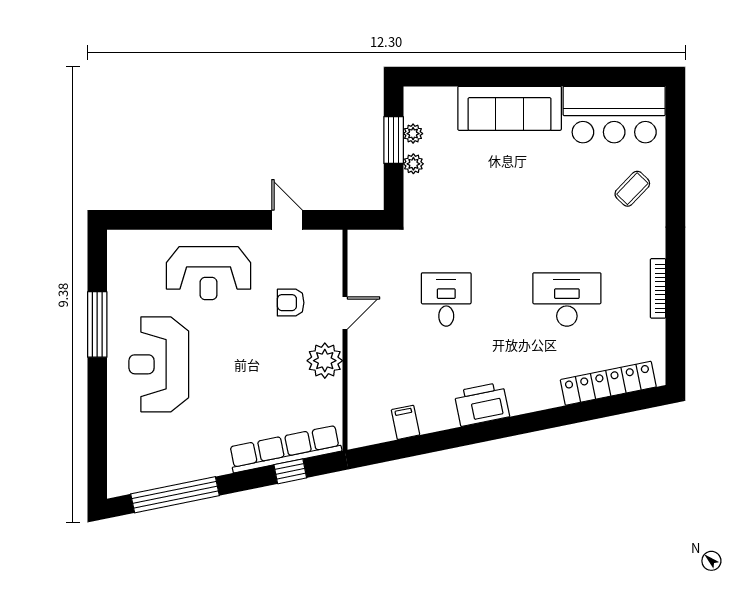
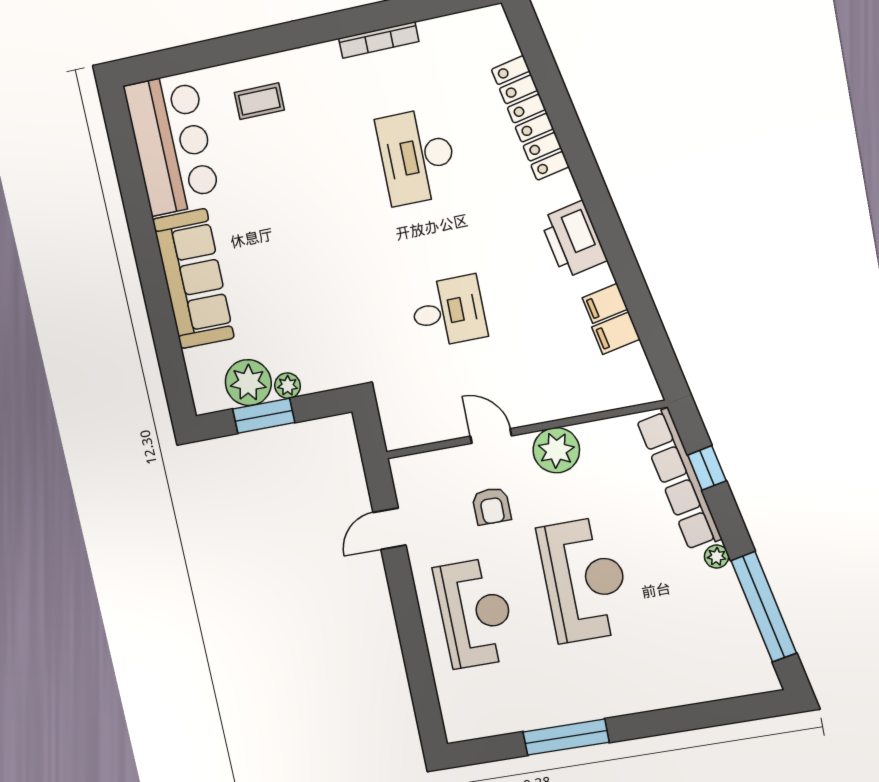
plant: (413, 134) -> (248, 383), width x1.88, depth x1.88
coffee table: (632, 189) -> (259, 101), turned -44
desk: (446, 300) -> (448, 312), turned 180
reception desk: (159, 364) -> (585, 580), moved, turned -90
locker: (608, 383) -> (530, 118), moved
filing cabinet: (429, 418) -> (605, 303), added
plant: (221, 466) -> (717, 557), added

